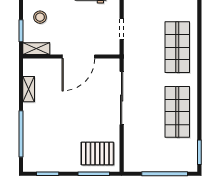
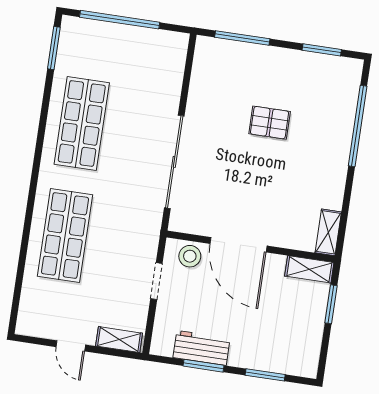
stool: (40, 17) -> (190, 256), moved
door: (78, 57) -> (239, 245), swing flipped
shelving: (29, 89) -> (328, 232), moved
pallet: (97, 153) -> (270, 123), moved, width x0.67, depth x0.71

